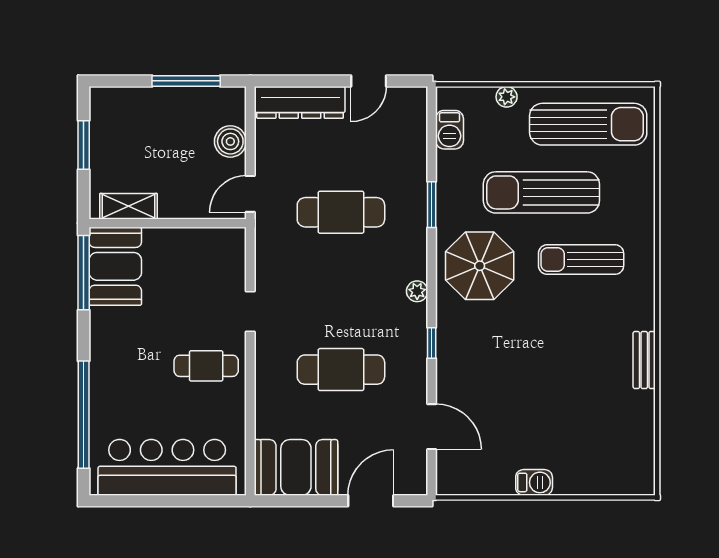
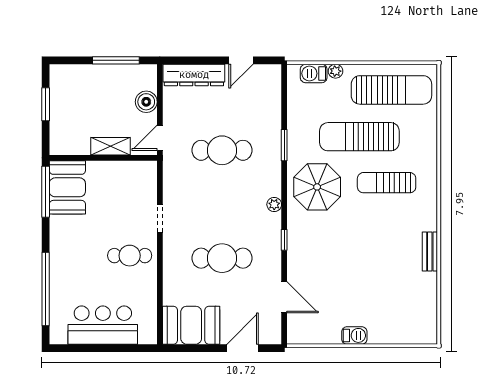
barbecue: (450, 130) -> (314, 73), moved, turned 90
shelving: (128, 206) -> (111, 146), moved
bar counter: (167, 467) -> (103, 325), width x0.73

